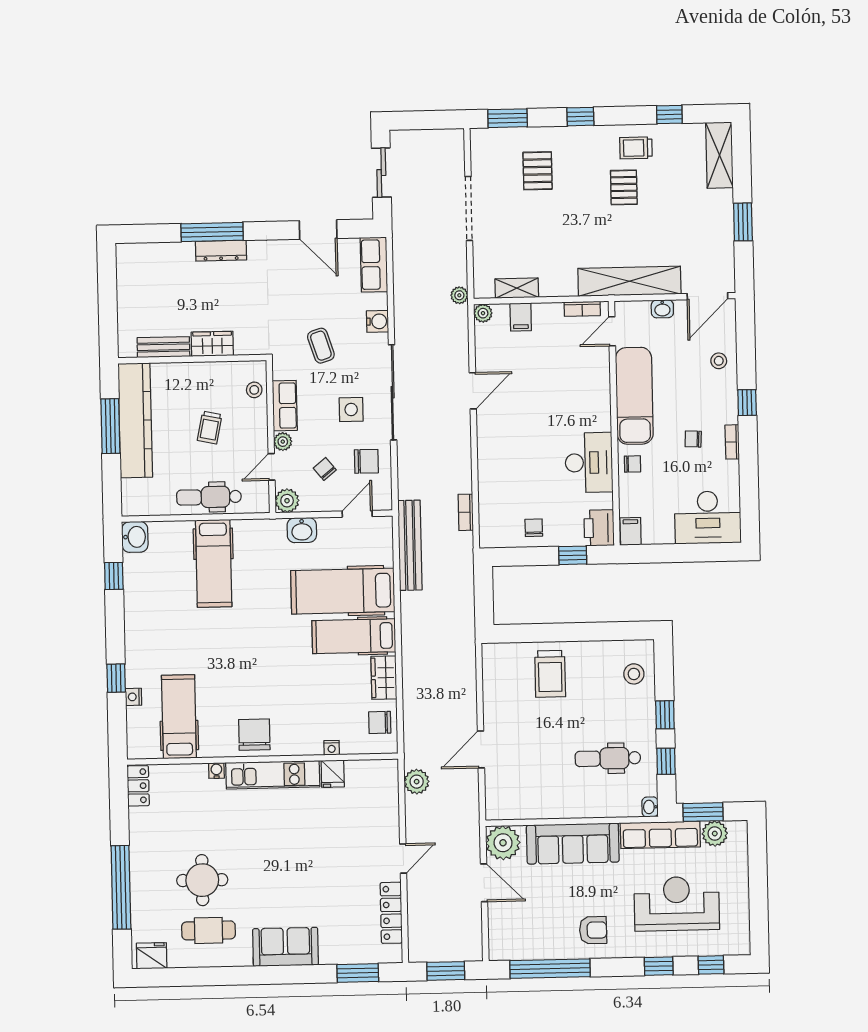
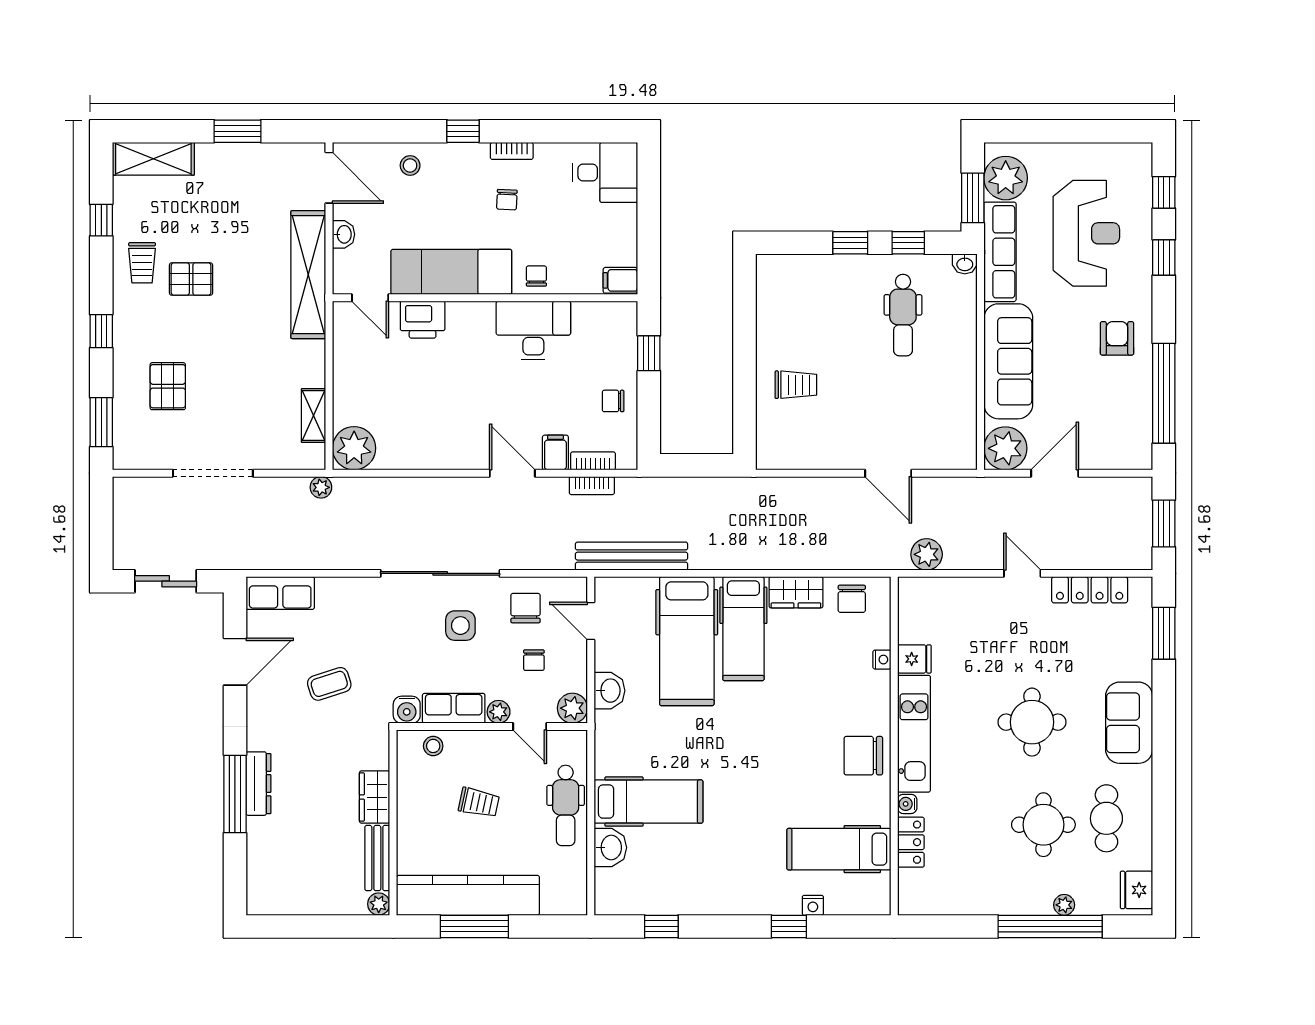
pallet: (538, 171) -> (168, 386), turned 90
bookcase: (582, 309) -> (593, 461), moved, turned -90
plant: (483, 313) -> (354, 448), width x1.87, depth x1.87
filing cabinet: (521, 317) -> (555, 453), moved, turned -90
water cooler: (377, 321) -> (407, 710), moved, turned 180
coffee table: (321, 346) -> (329, 684), moved
plant: (127, 349) -> (379, 904), added
door: (473, 391) -> (512, 473), moved
chair: (325, 469) -> (534, 660), turned -51
desk: (708, 517) -> (605, 172), width x0.73
printer: (599, 528) -> (423, 320), moved
washbasin: (135, 537) -> (610, 848), moved, turned 90
trolley: (550, 674) -> (796, 385), width x0.73, depth x0.72
stool: (634, 674) -> (798, 280), removed
locker: (138, 786) -> (911, 842), moved, turned 90
plant: (715, 834) -> (1006, 178), width x1.36, depth x1.36
round table: (284, 869) -> (1032, 722), added
plant: (138, 898) -> (1064, 905), added
reception desk: (677, 904) -> (1086, 233), turned 180

